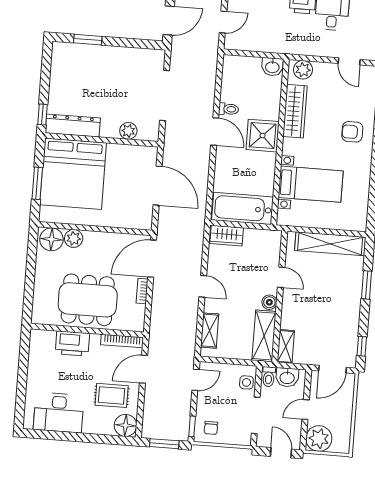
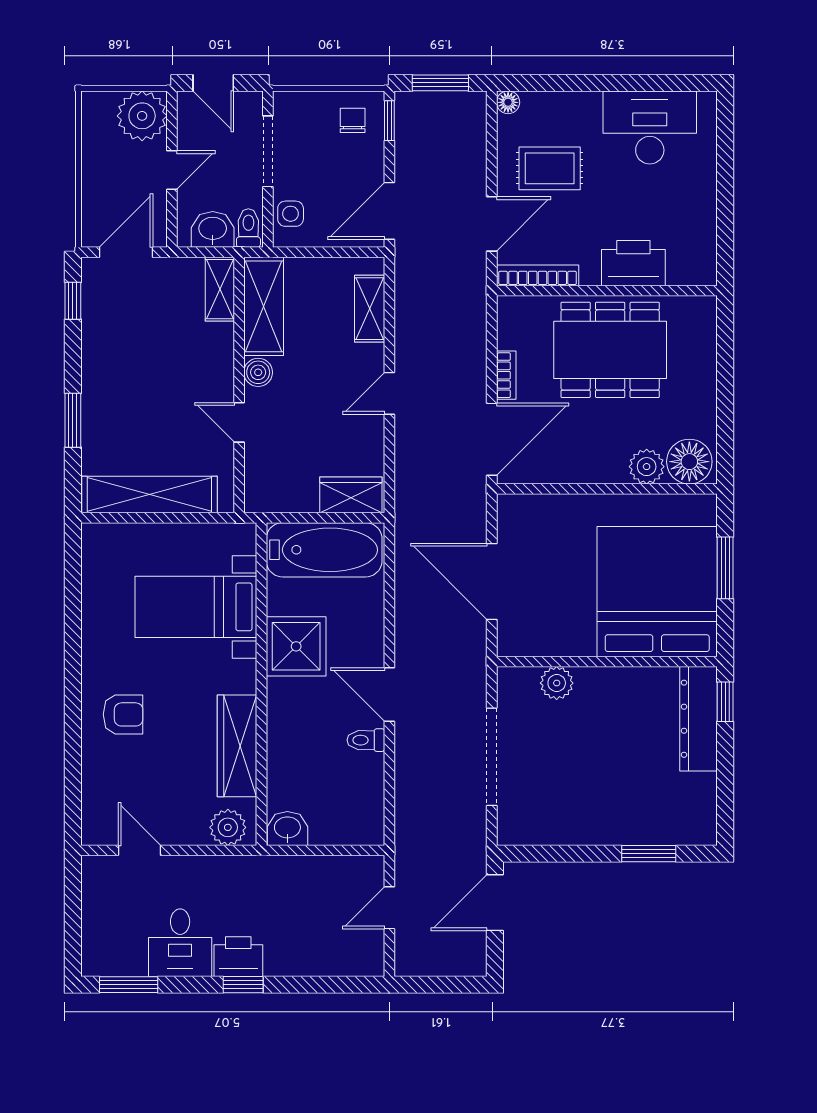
dresser: (73, 126) -> (699, 719), moved, turned 90
shower: (263, 136) -> (296, 646), moved
door: (203, 286) -> (389, 393), hinge flipped
door: (196, 380) -> (389, 211), width x1.38
floor lamp: (126, 425) -> (508, 102), width x0.53, depth x0.53

